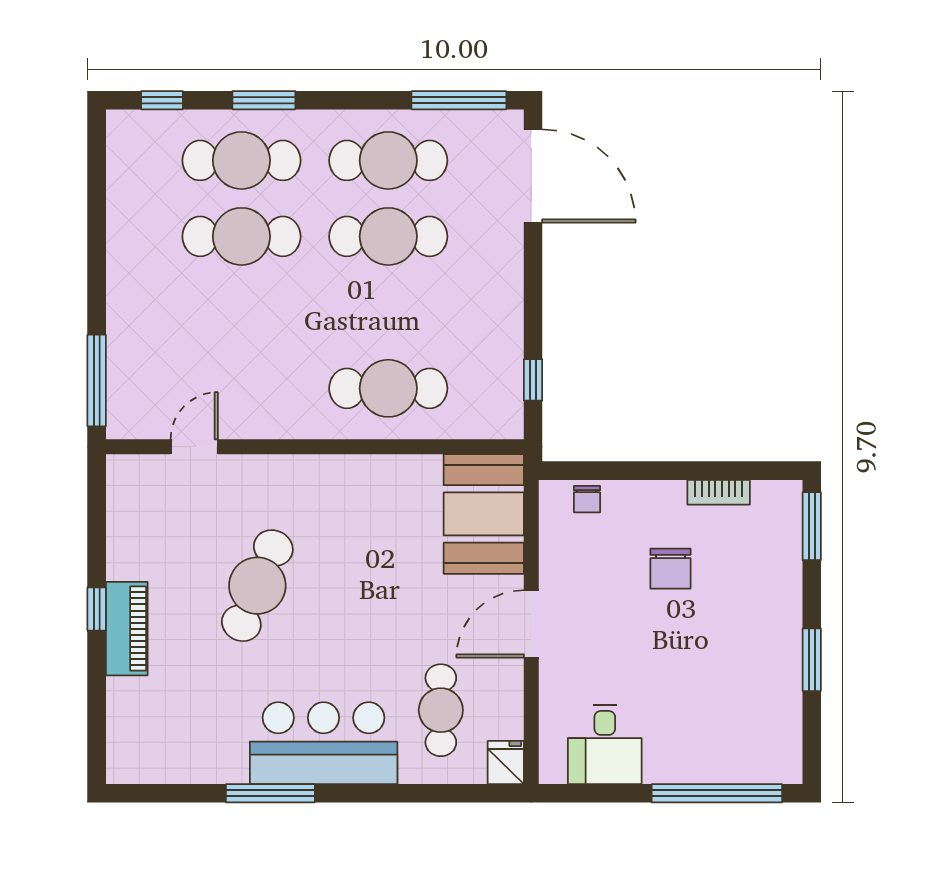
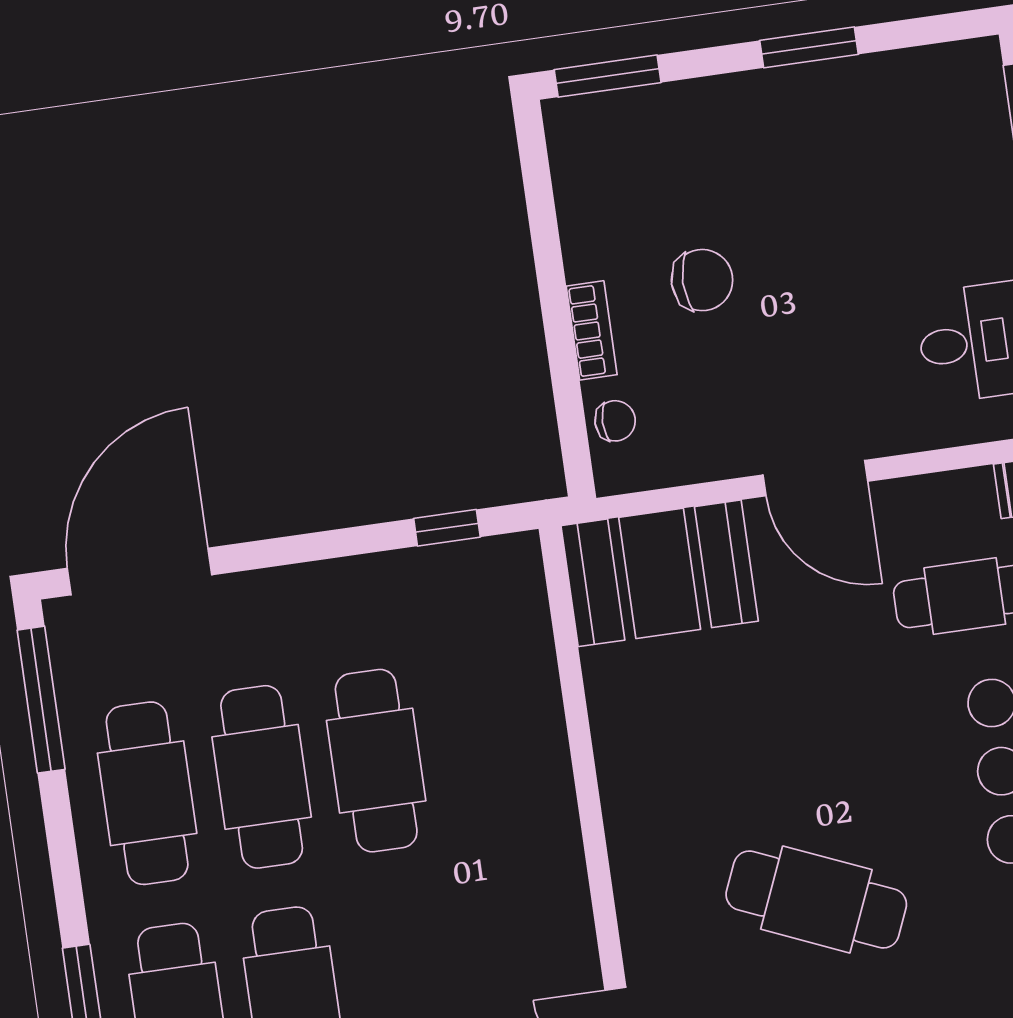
cafe table: (388, 388) -> (376, 761), moved
bookcase: (719, 492) -> (592, 330), moved

